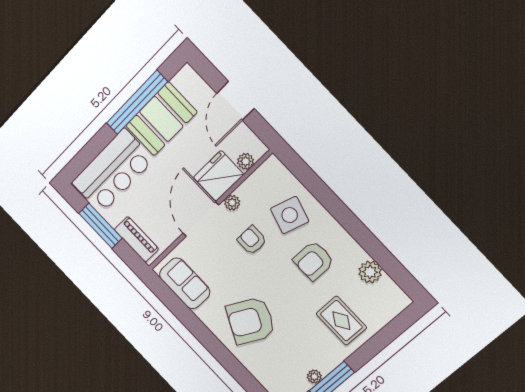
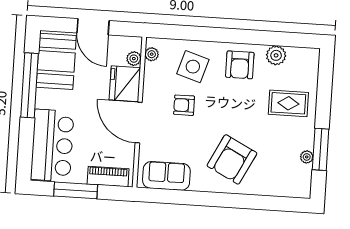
booth: (161, 119) -> (56, 61), moved
plant: (232, 203) -> (152, 54), moved
armchair: (314, 261) -> (240, 65), moved

